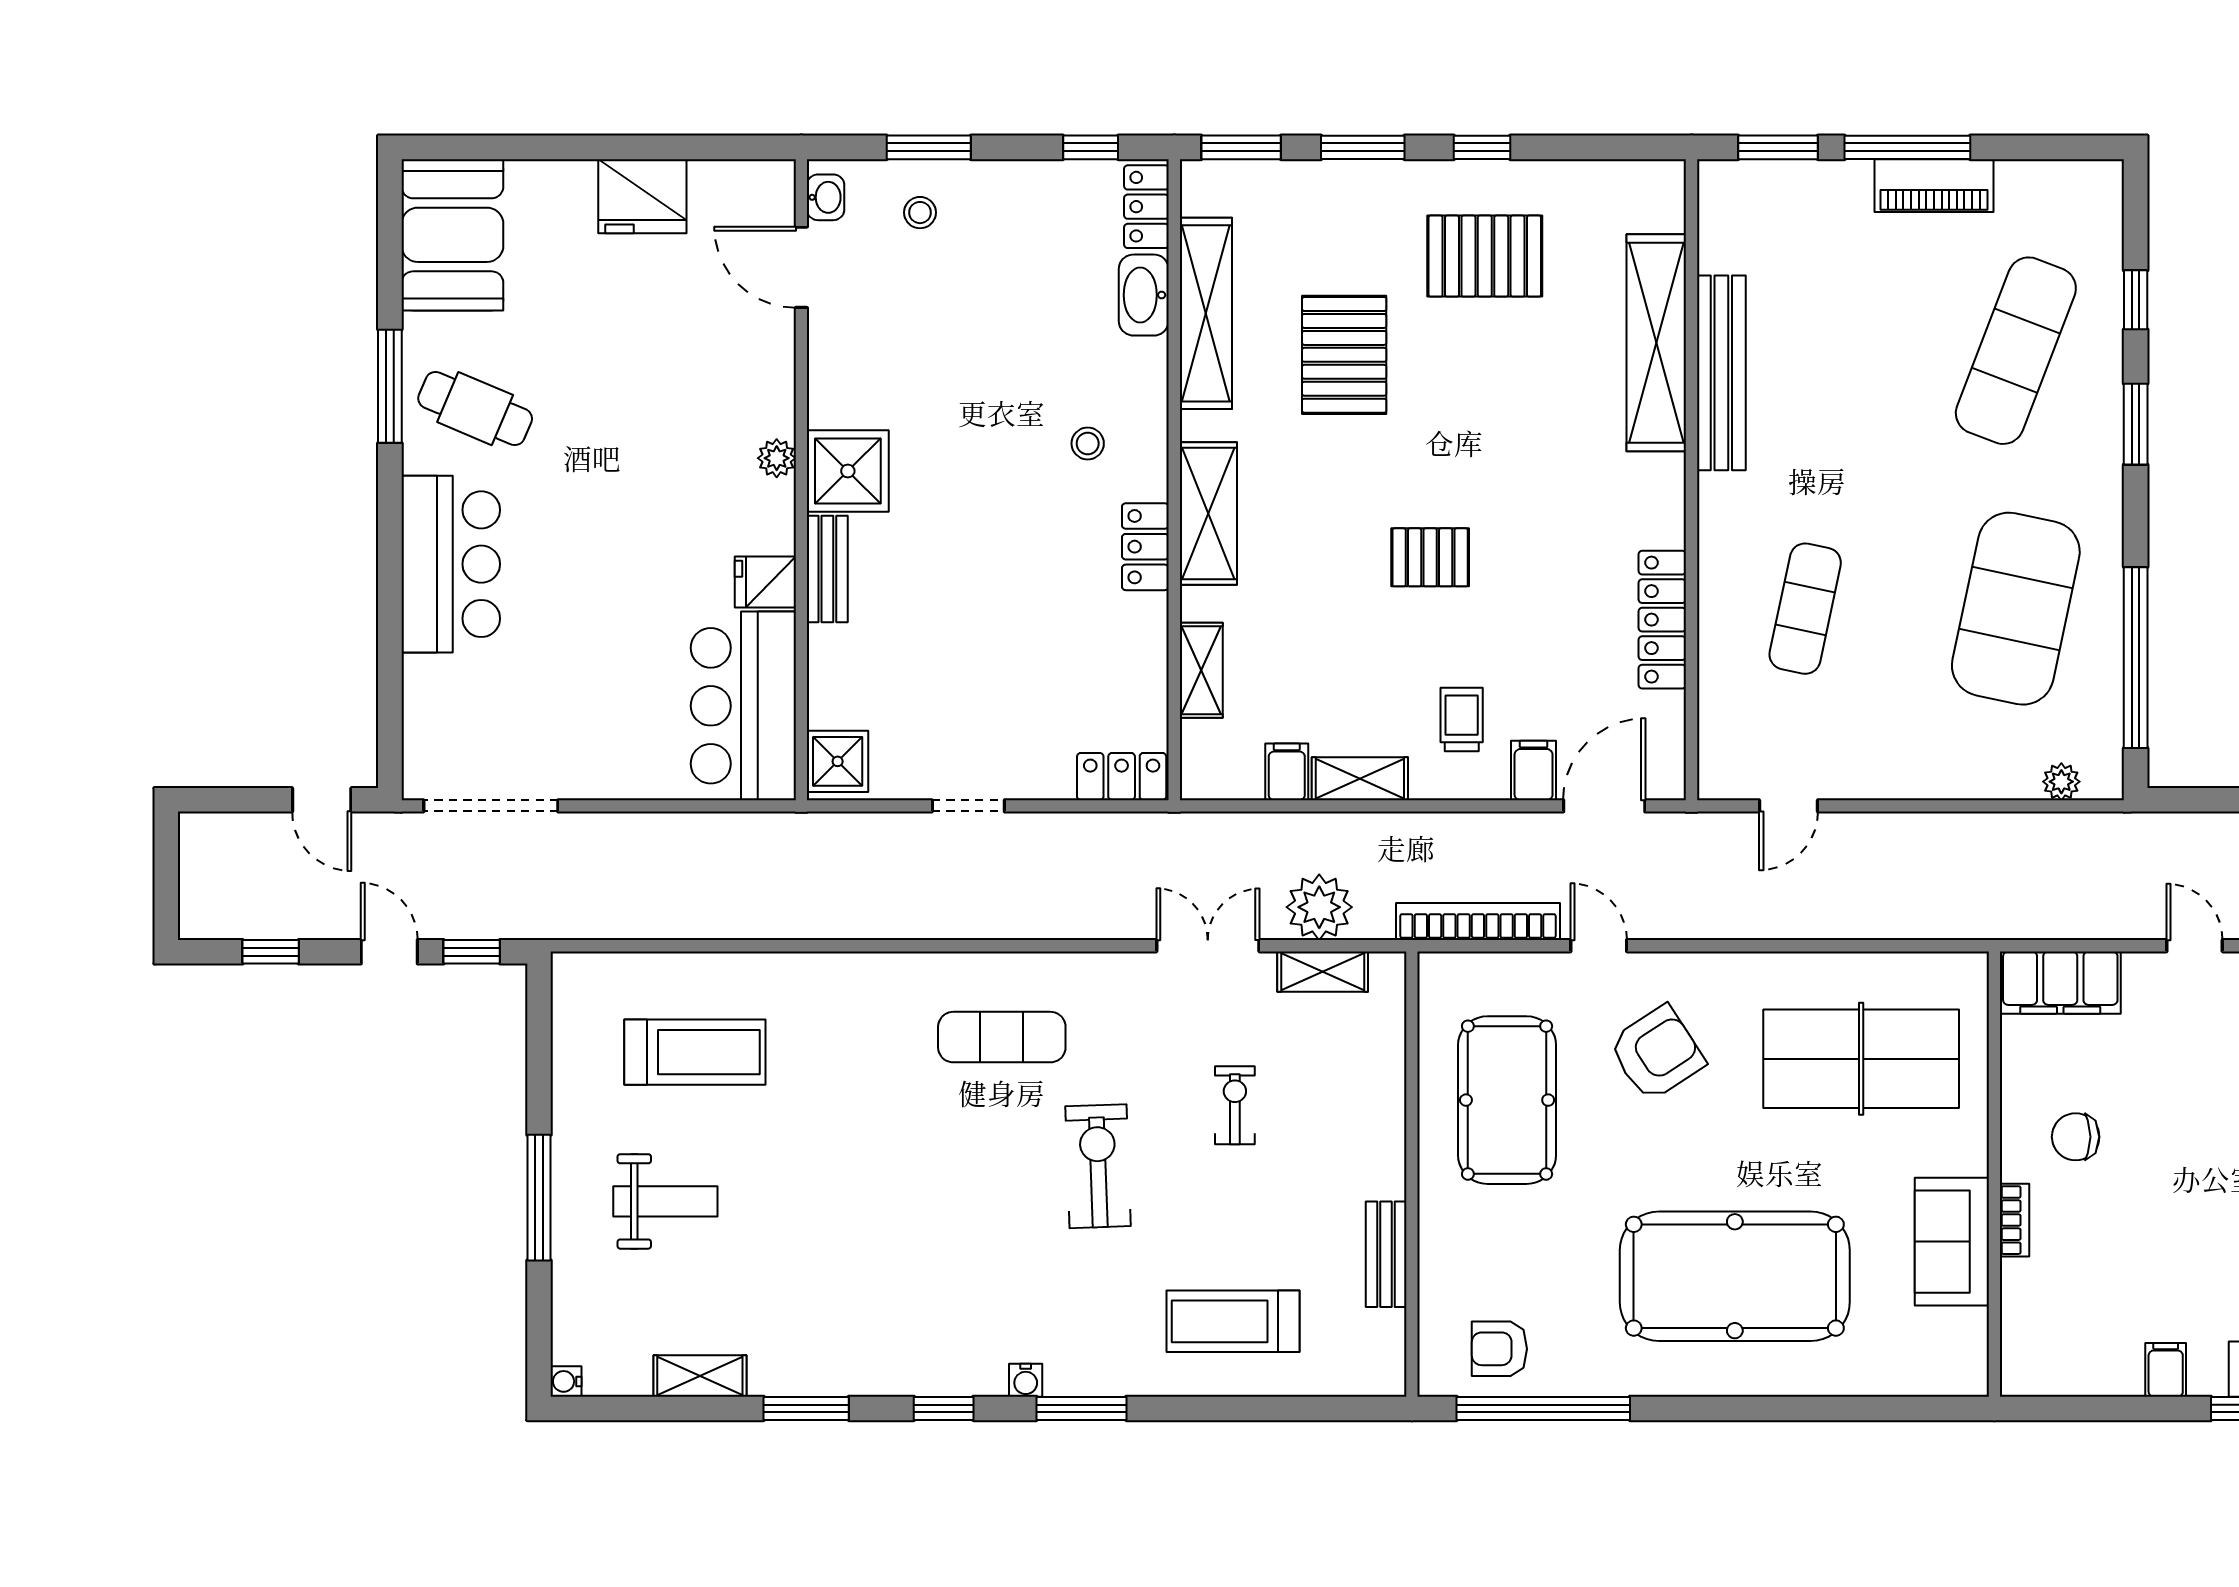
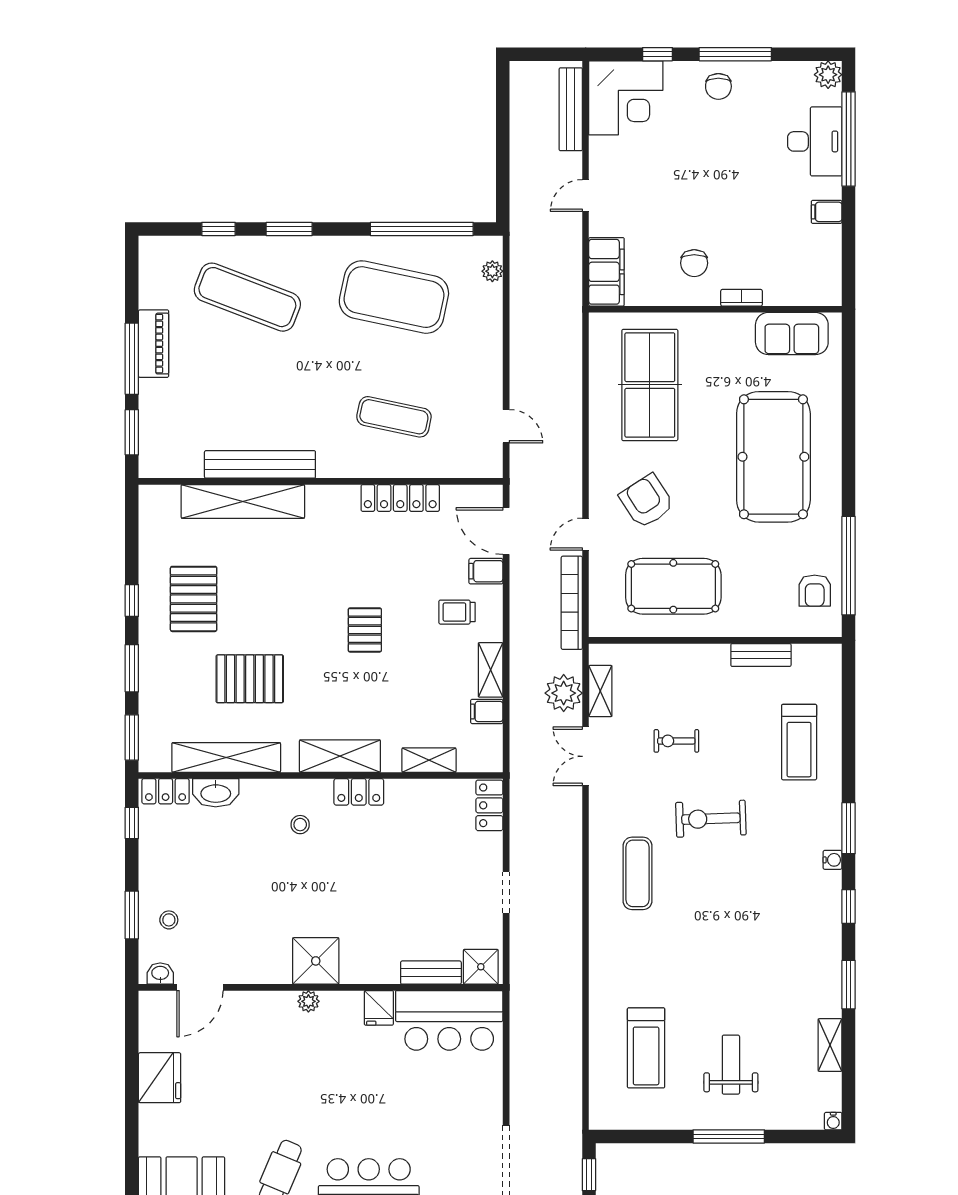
bench: (827, 569) -> (431, 973), moved
treadmill: (695, 1052) -> (646, 1048), turned 180
sofa: (1952, 1242) -> (792, 333), moved

